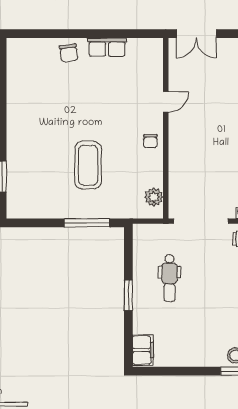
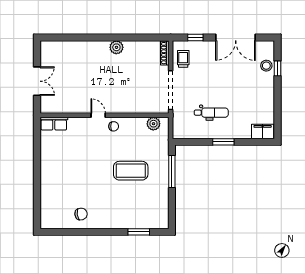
double door: (196, 34) -> (37, 81), moved
row of seats: (107, 47) -> (54, 124), moved, turned 90
chair: (69, 53) -> (81, 214), moved
door: (166, 102) -> (98, 115), moved

